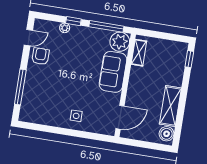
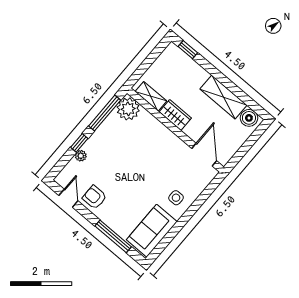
sofa: (113, 72) -> (152, 231), moved, turned 90
wardrobe: (136, 79) -> (175, 115), added

